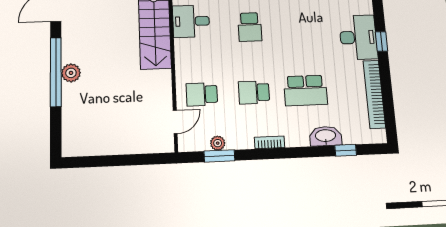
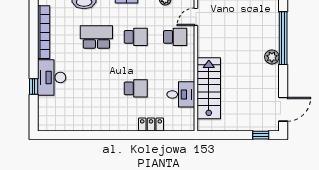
school desk: (250, 27) -> (136, 88), turned 90
window: (382, 41) -> (34, 86), moved
window: (56, 72) -> (283, 38), moved

